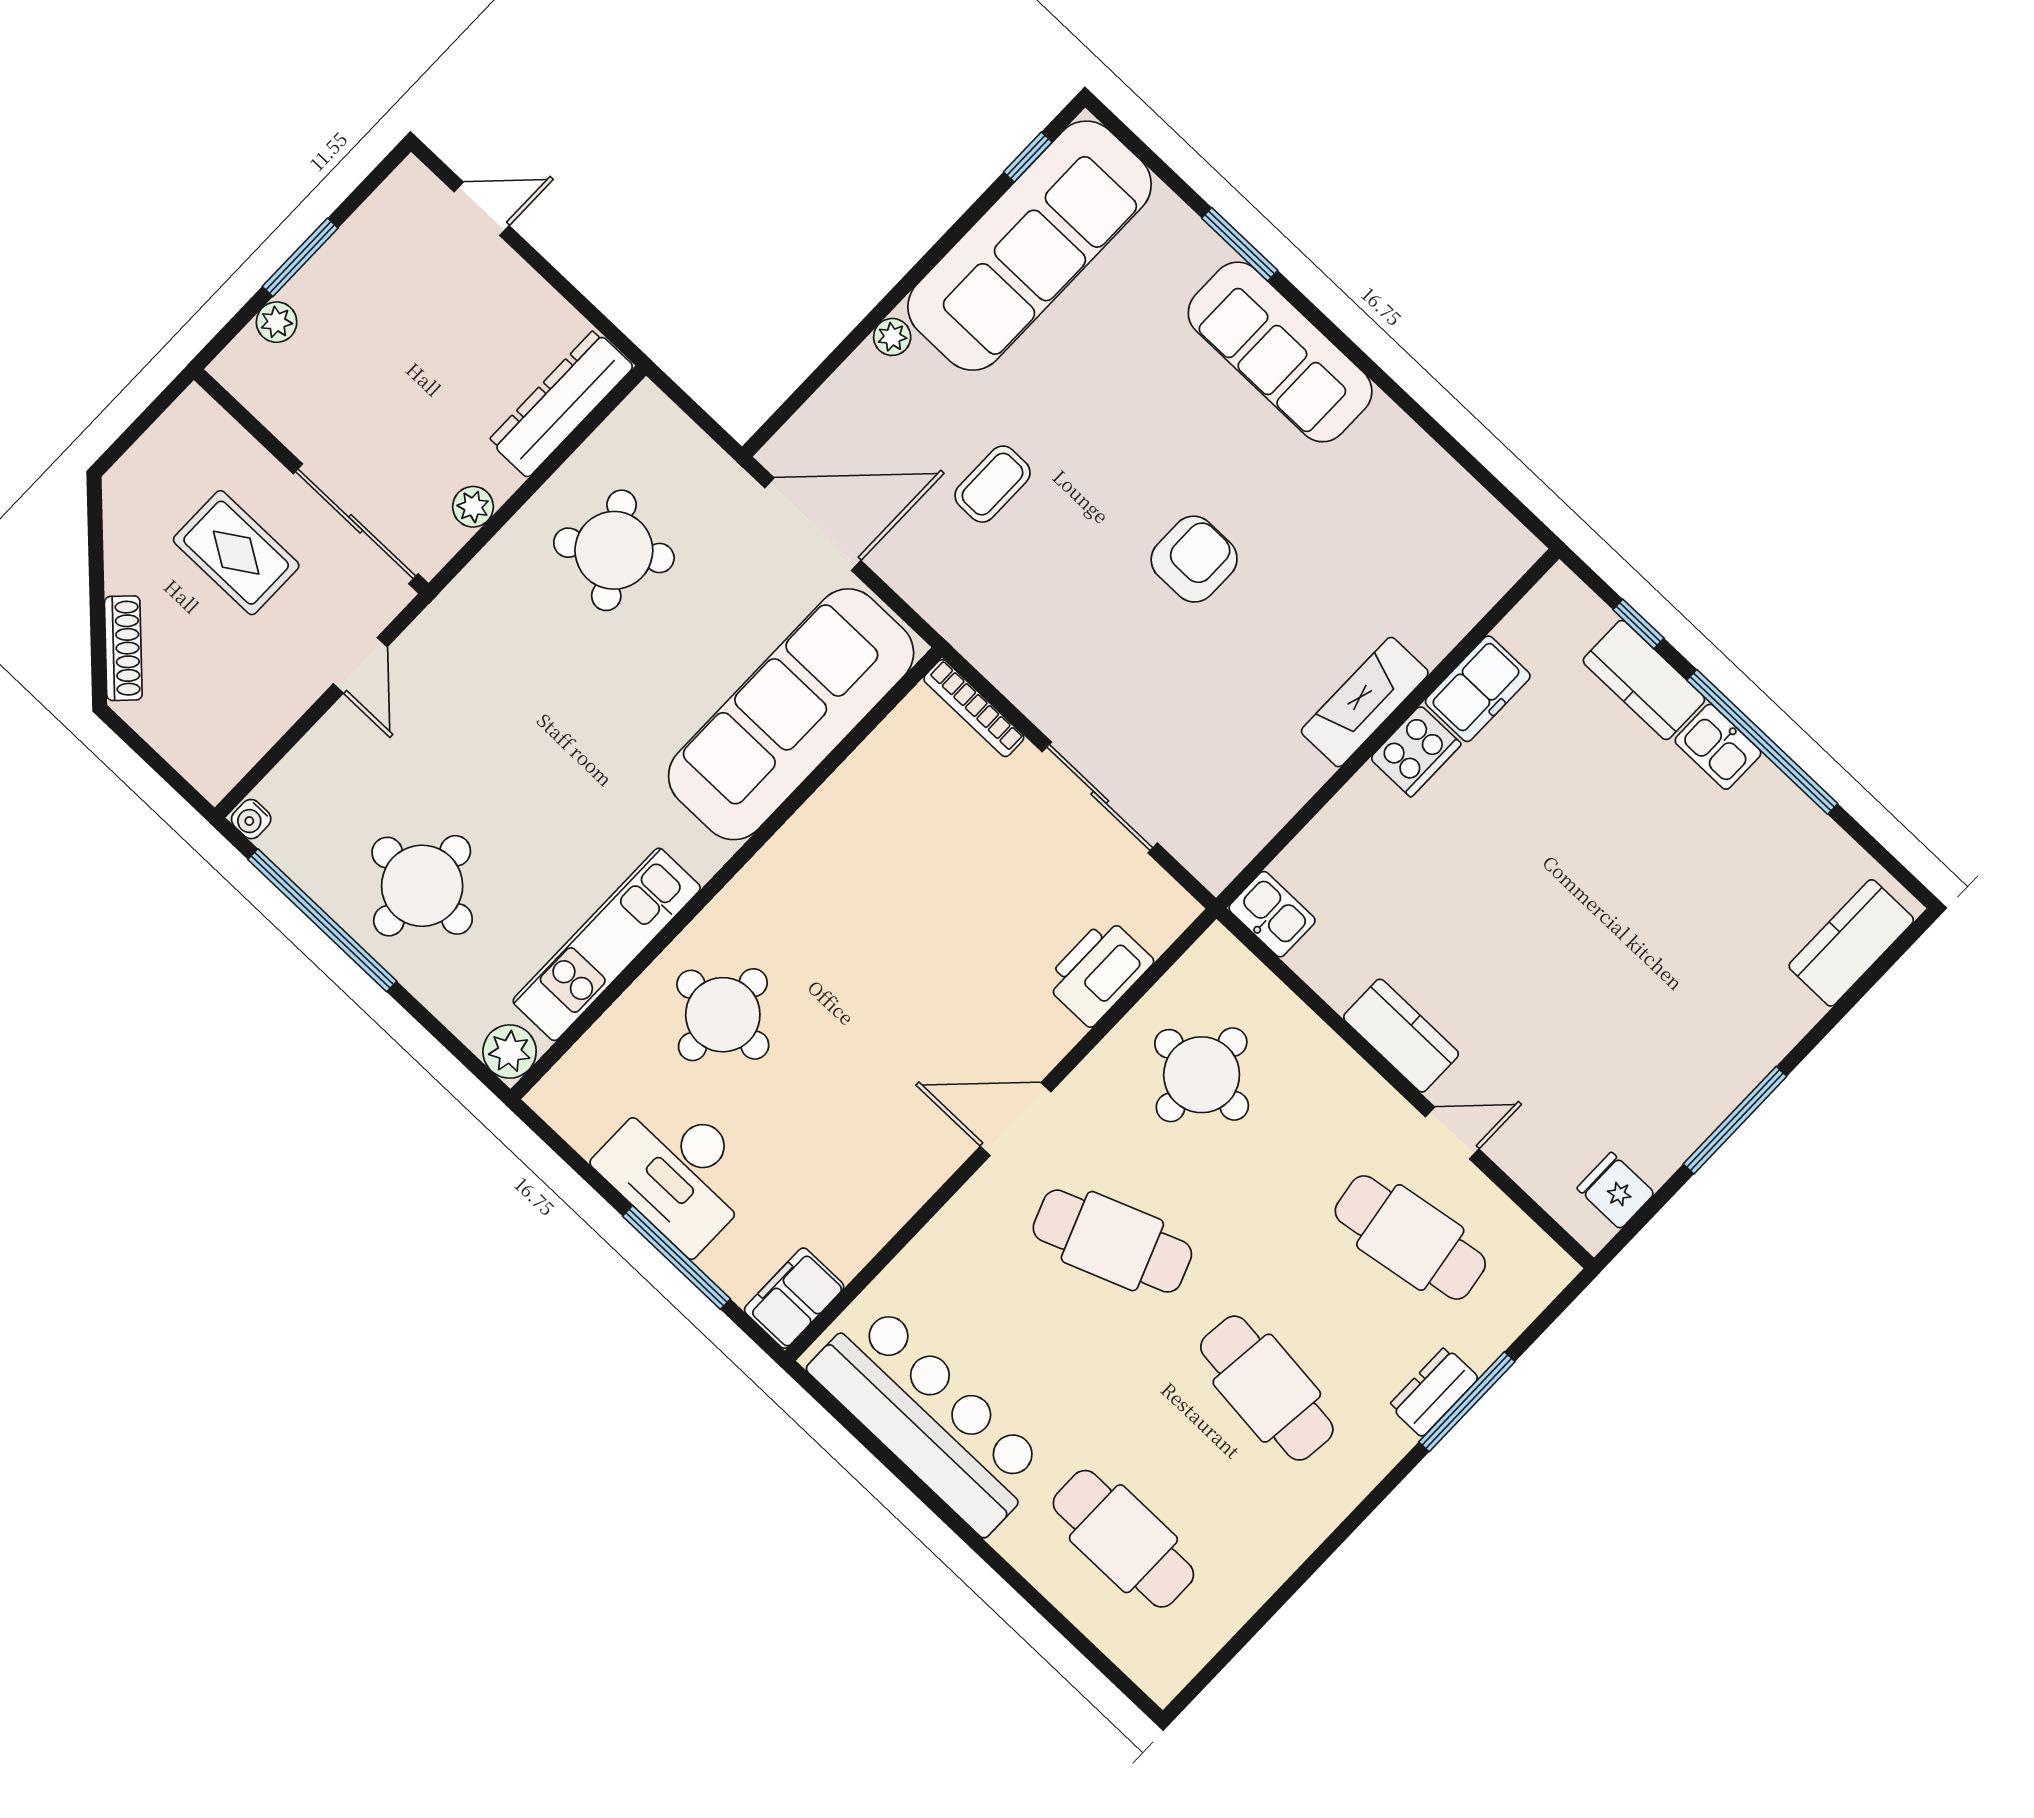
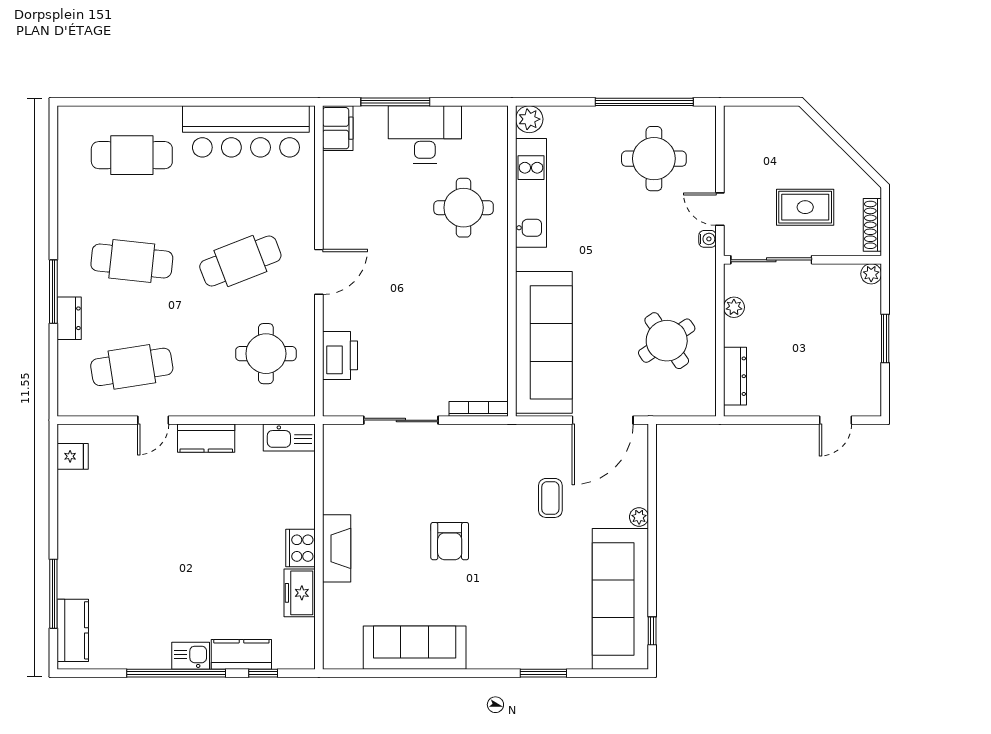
plant: (277, 322) -> (871, 274), moved
sofa: (1280, 352) -> (415, 648), moved
dresser: (561, 404) -> (735, 376), width x0.73, depth x0.80
shoe rack: (123, 648) -> (872, 225), moved, turned 45
water cooler: (251, 819) -> (708, 239), moved, turned 90
round table: (422, 886) -> (654, 159), moved
kitchen sink: (1272, 914) -> (289, 438), width x1.38
window: (1735, 1120) -> (53, 594), moved
window: (1467, 1402) -> (53, 292), moved

